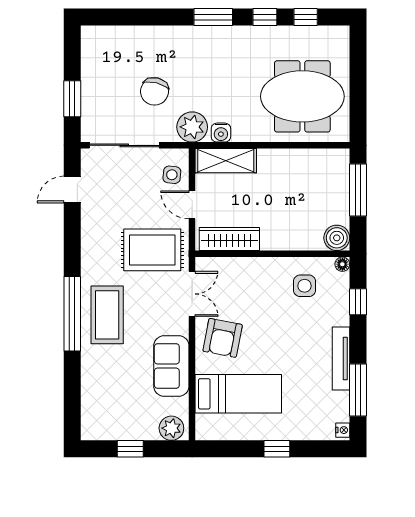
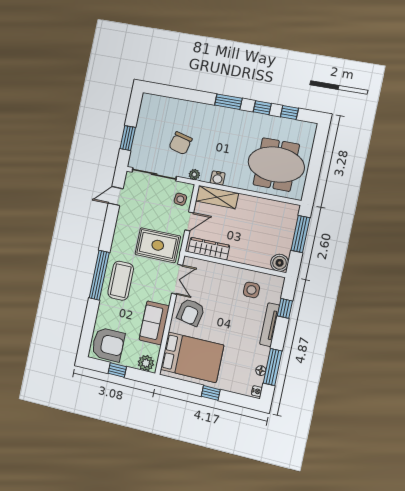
plant: (192, 127) -> (194, 175), width x0.53, depth x0.53
door: (192, 205) -> (189, 221), swing flipped
floor lamp: (342, 264) -> (261, 371), moved
tv unit: (341, 359) -> (270, 325), moved
bed: (238, 394) -> (192, 357), width x1.50
armchair: (108, 414) -> (108, 344), added

